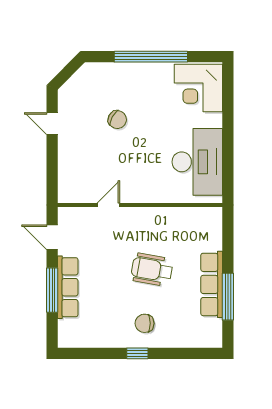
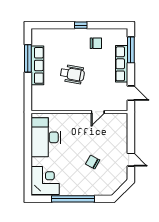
window: (52, 290) -> (131, 50), moved
chair: (145, 323) -> (96, 43), moved

